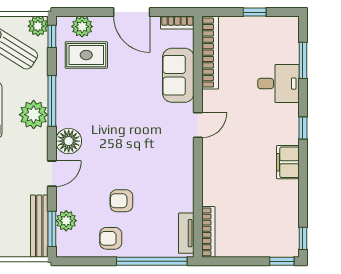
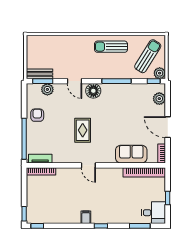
door: (132, 12) -> (168, 127), hinge flipped
rug: (86, 55) -> (83, 130), moved
desk: (278, 84) -> (154, 213), moved, turned -90
plant: (34, 115) -> (109, 71), removed
door: (198, 125) -> (88, 165), moved
filing cabinet: (288, 162) -> (86, 217), width x0.50
armchair: (121, 201) -> (59, 121), removed
bench: (39, 226) -> (39, 74), width x0.73

